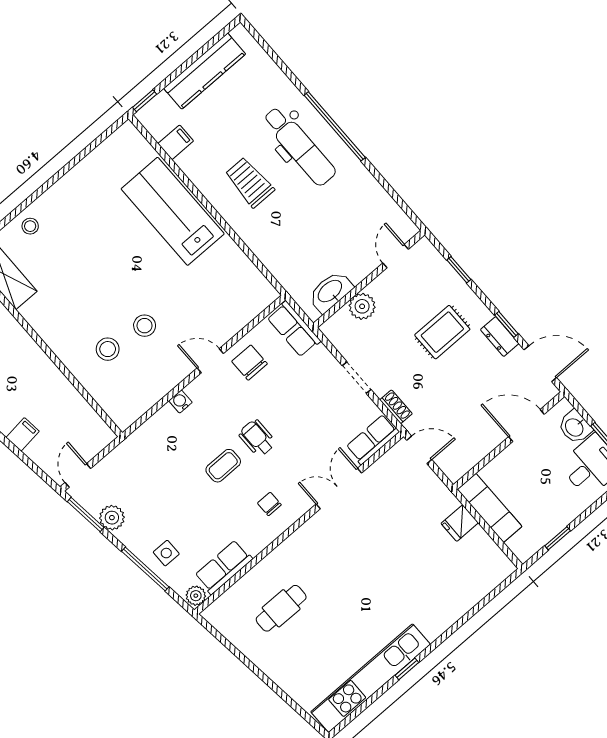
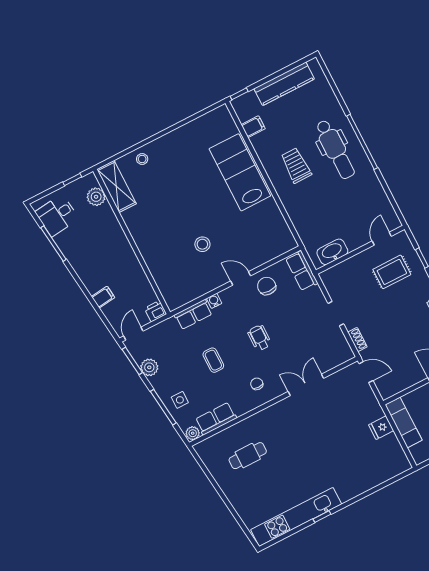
plant: (362, 306) -> (351, 267), removed
rug: (442, 332) -> (392, 272), moved
stool: (108, 349) -> (174, 254), removed
printer: (101, 436) -> (155, 311), added
row of seats: (373, 439) -> (193, 314), moved, turned 180
coffee table: (223, 466) -> (213, 360), moved, turned 90

